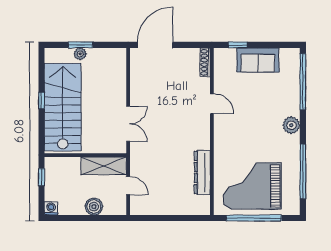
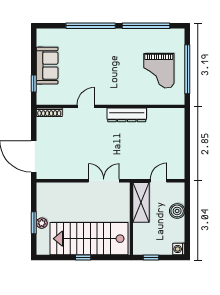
window: (303, 82) -> (91, 26), moved
plant: (291, 125) -> (105, 36), removed
dresser: (202, 173) -> (127, 115), moved
grand piano: (252, 186) -> (159, 71), width x0.73, depth x0.68

